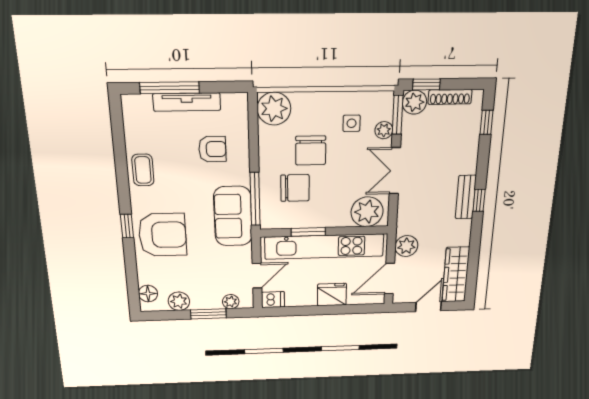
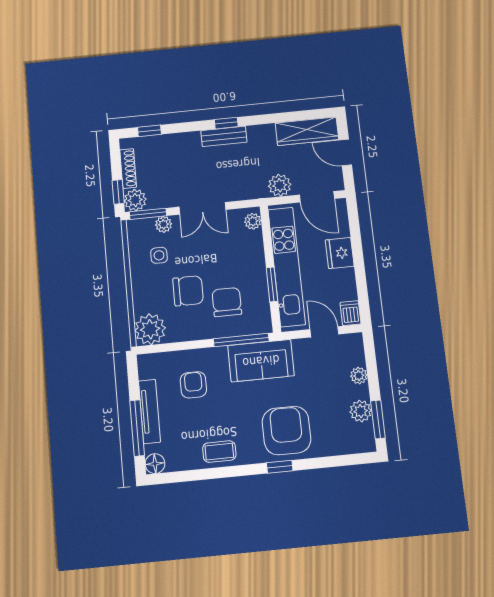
plant: (367, 212) -> (253, 221), width x0.53, depth x0.53
floor lamp: (148, 294) -> (155, 464), moved
plant: (231, 302) -> (359, 376), moved
window: (208, 314) -> (378, 420), moved

